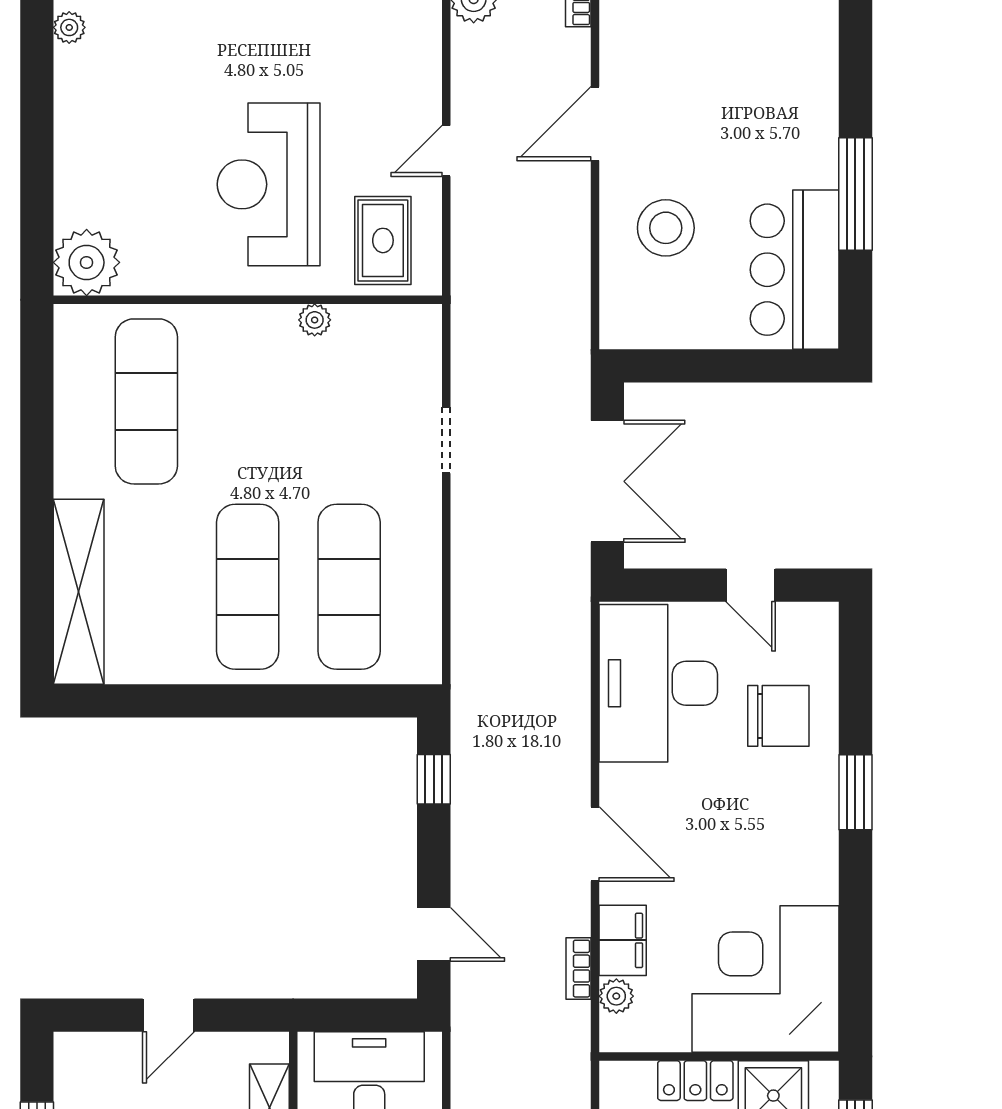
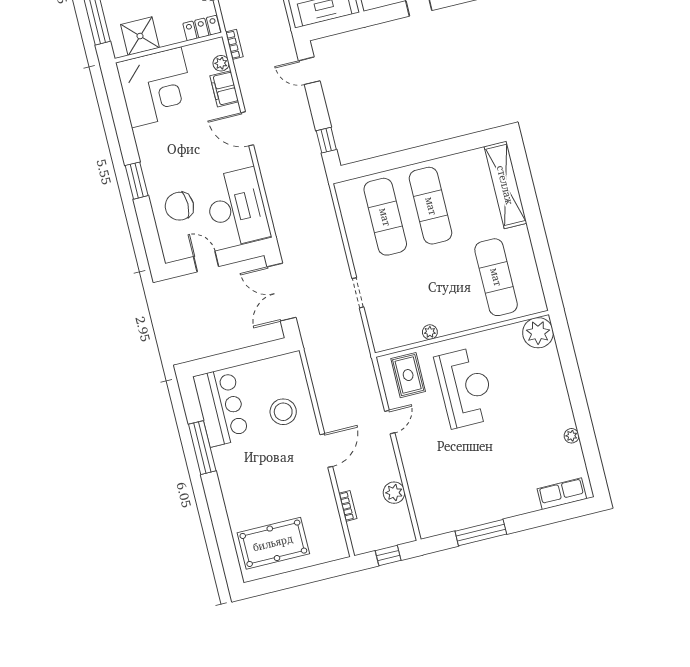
bookcase: (578, 969) -> (234, 44), moved
locker: (695, 1081) -> (202, 28), moved

